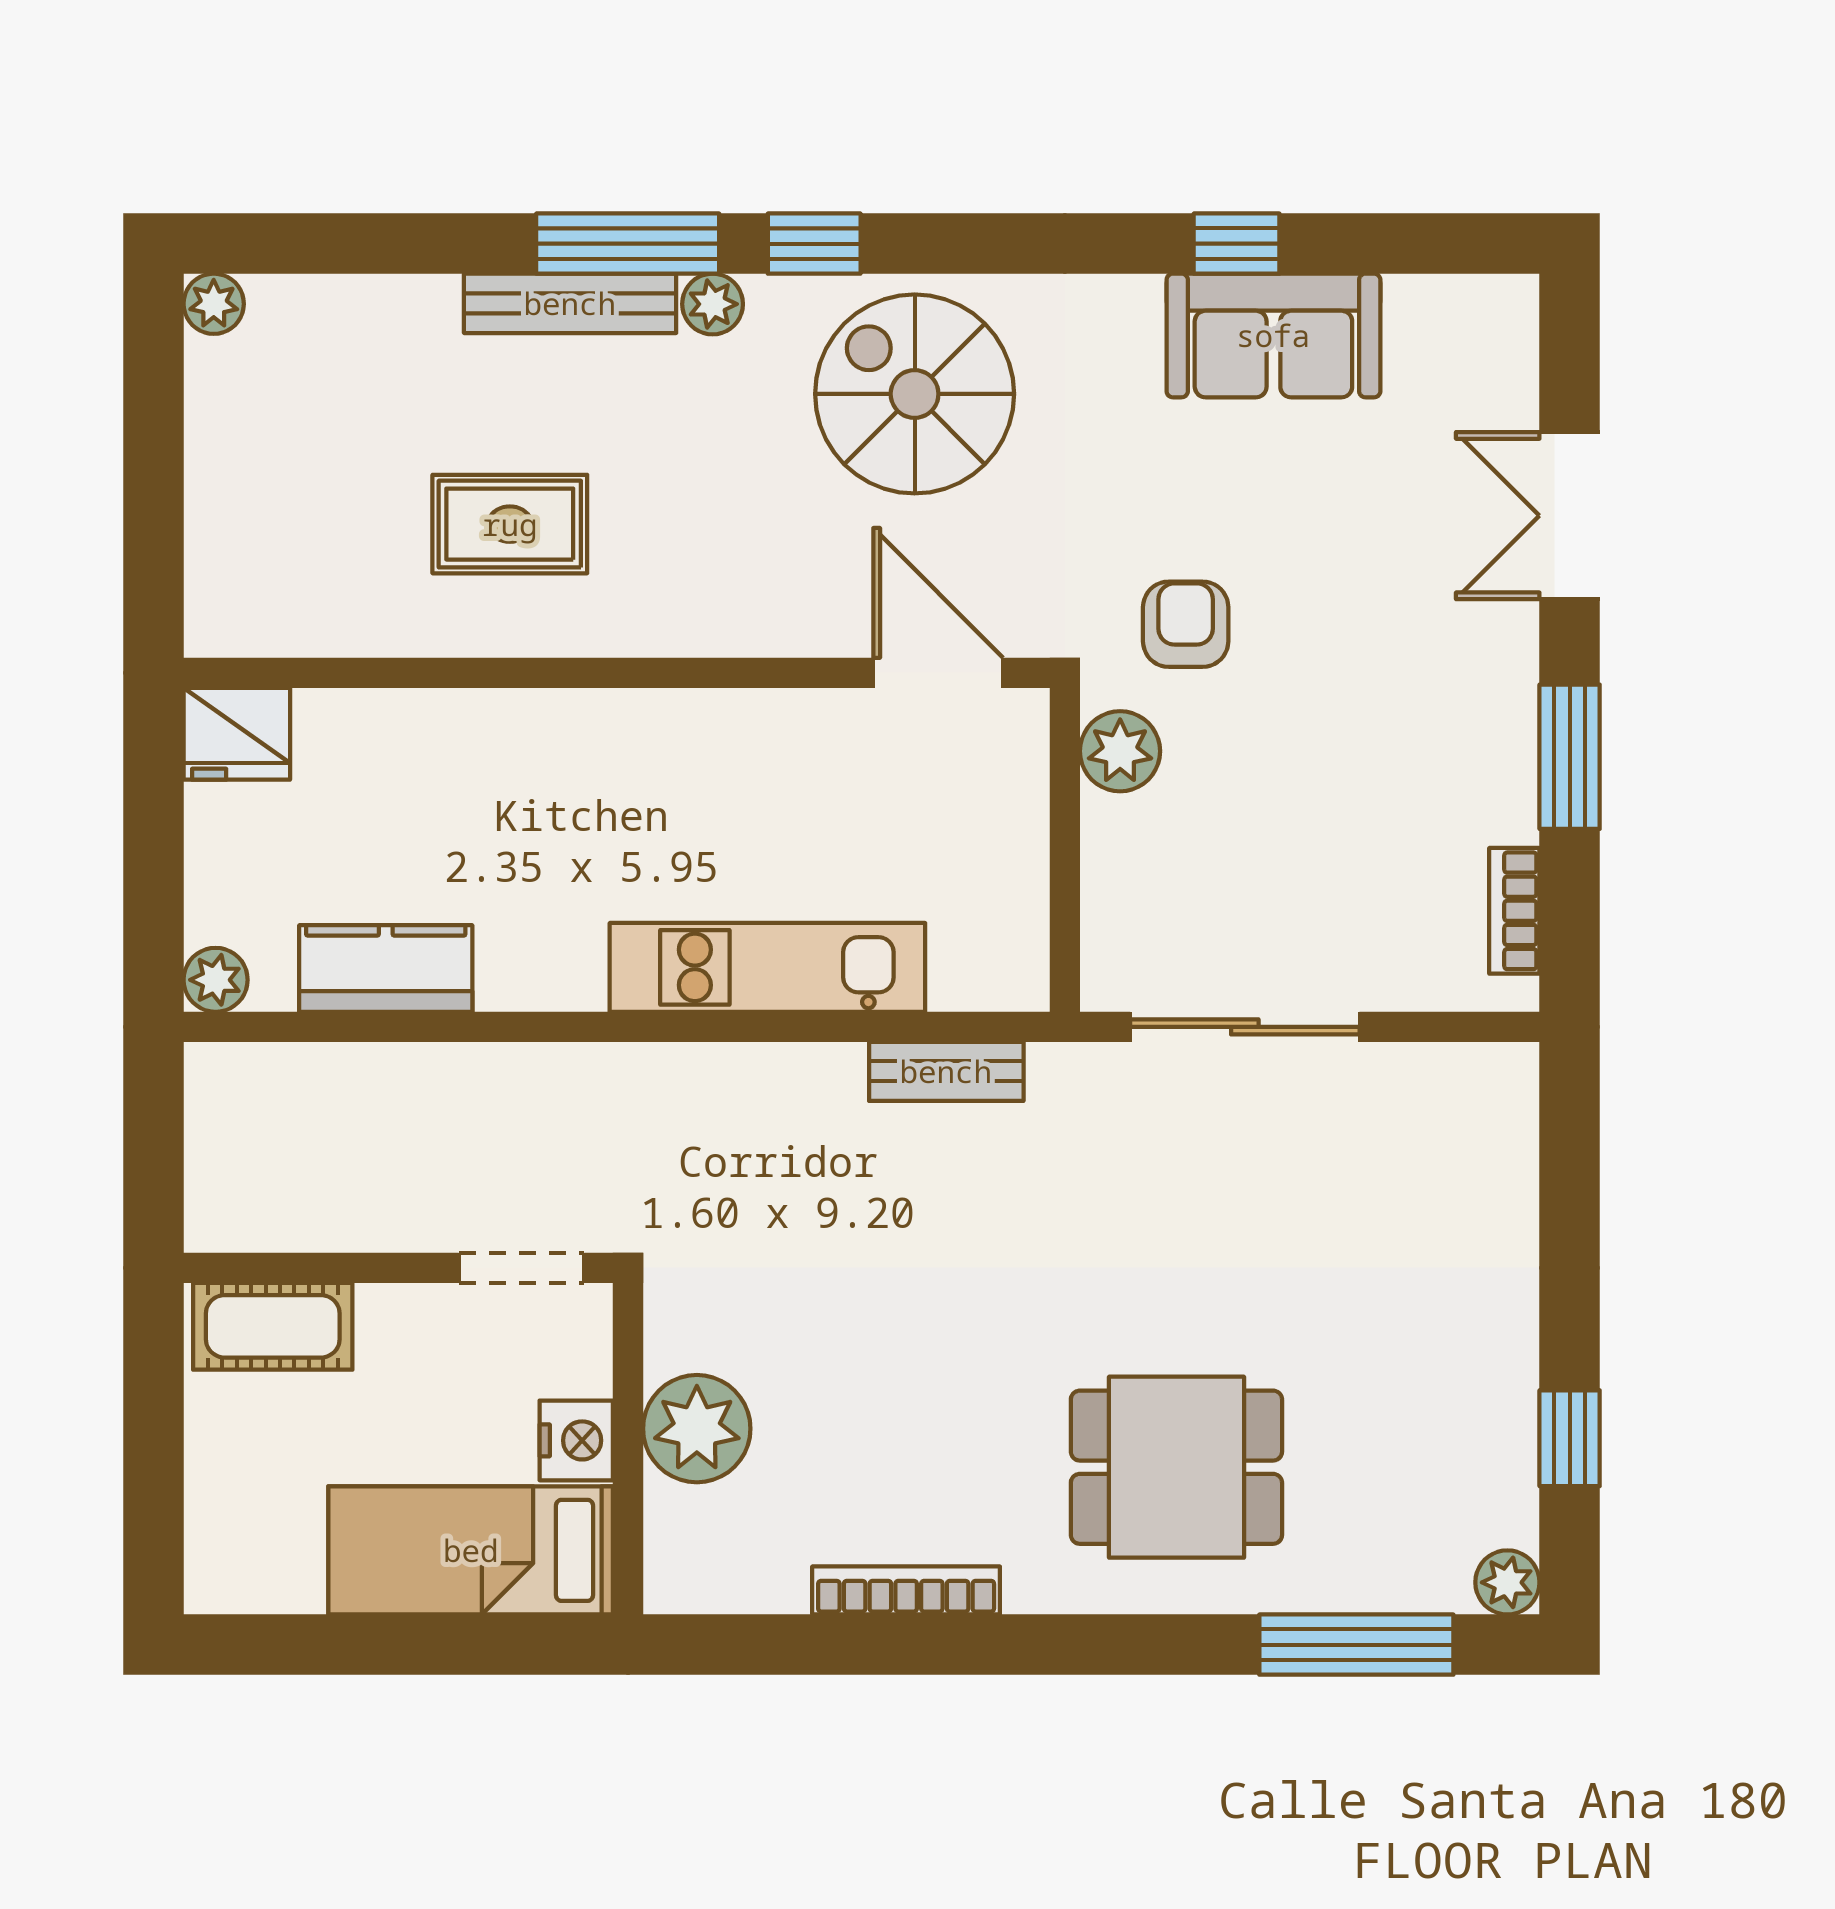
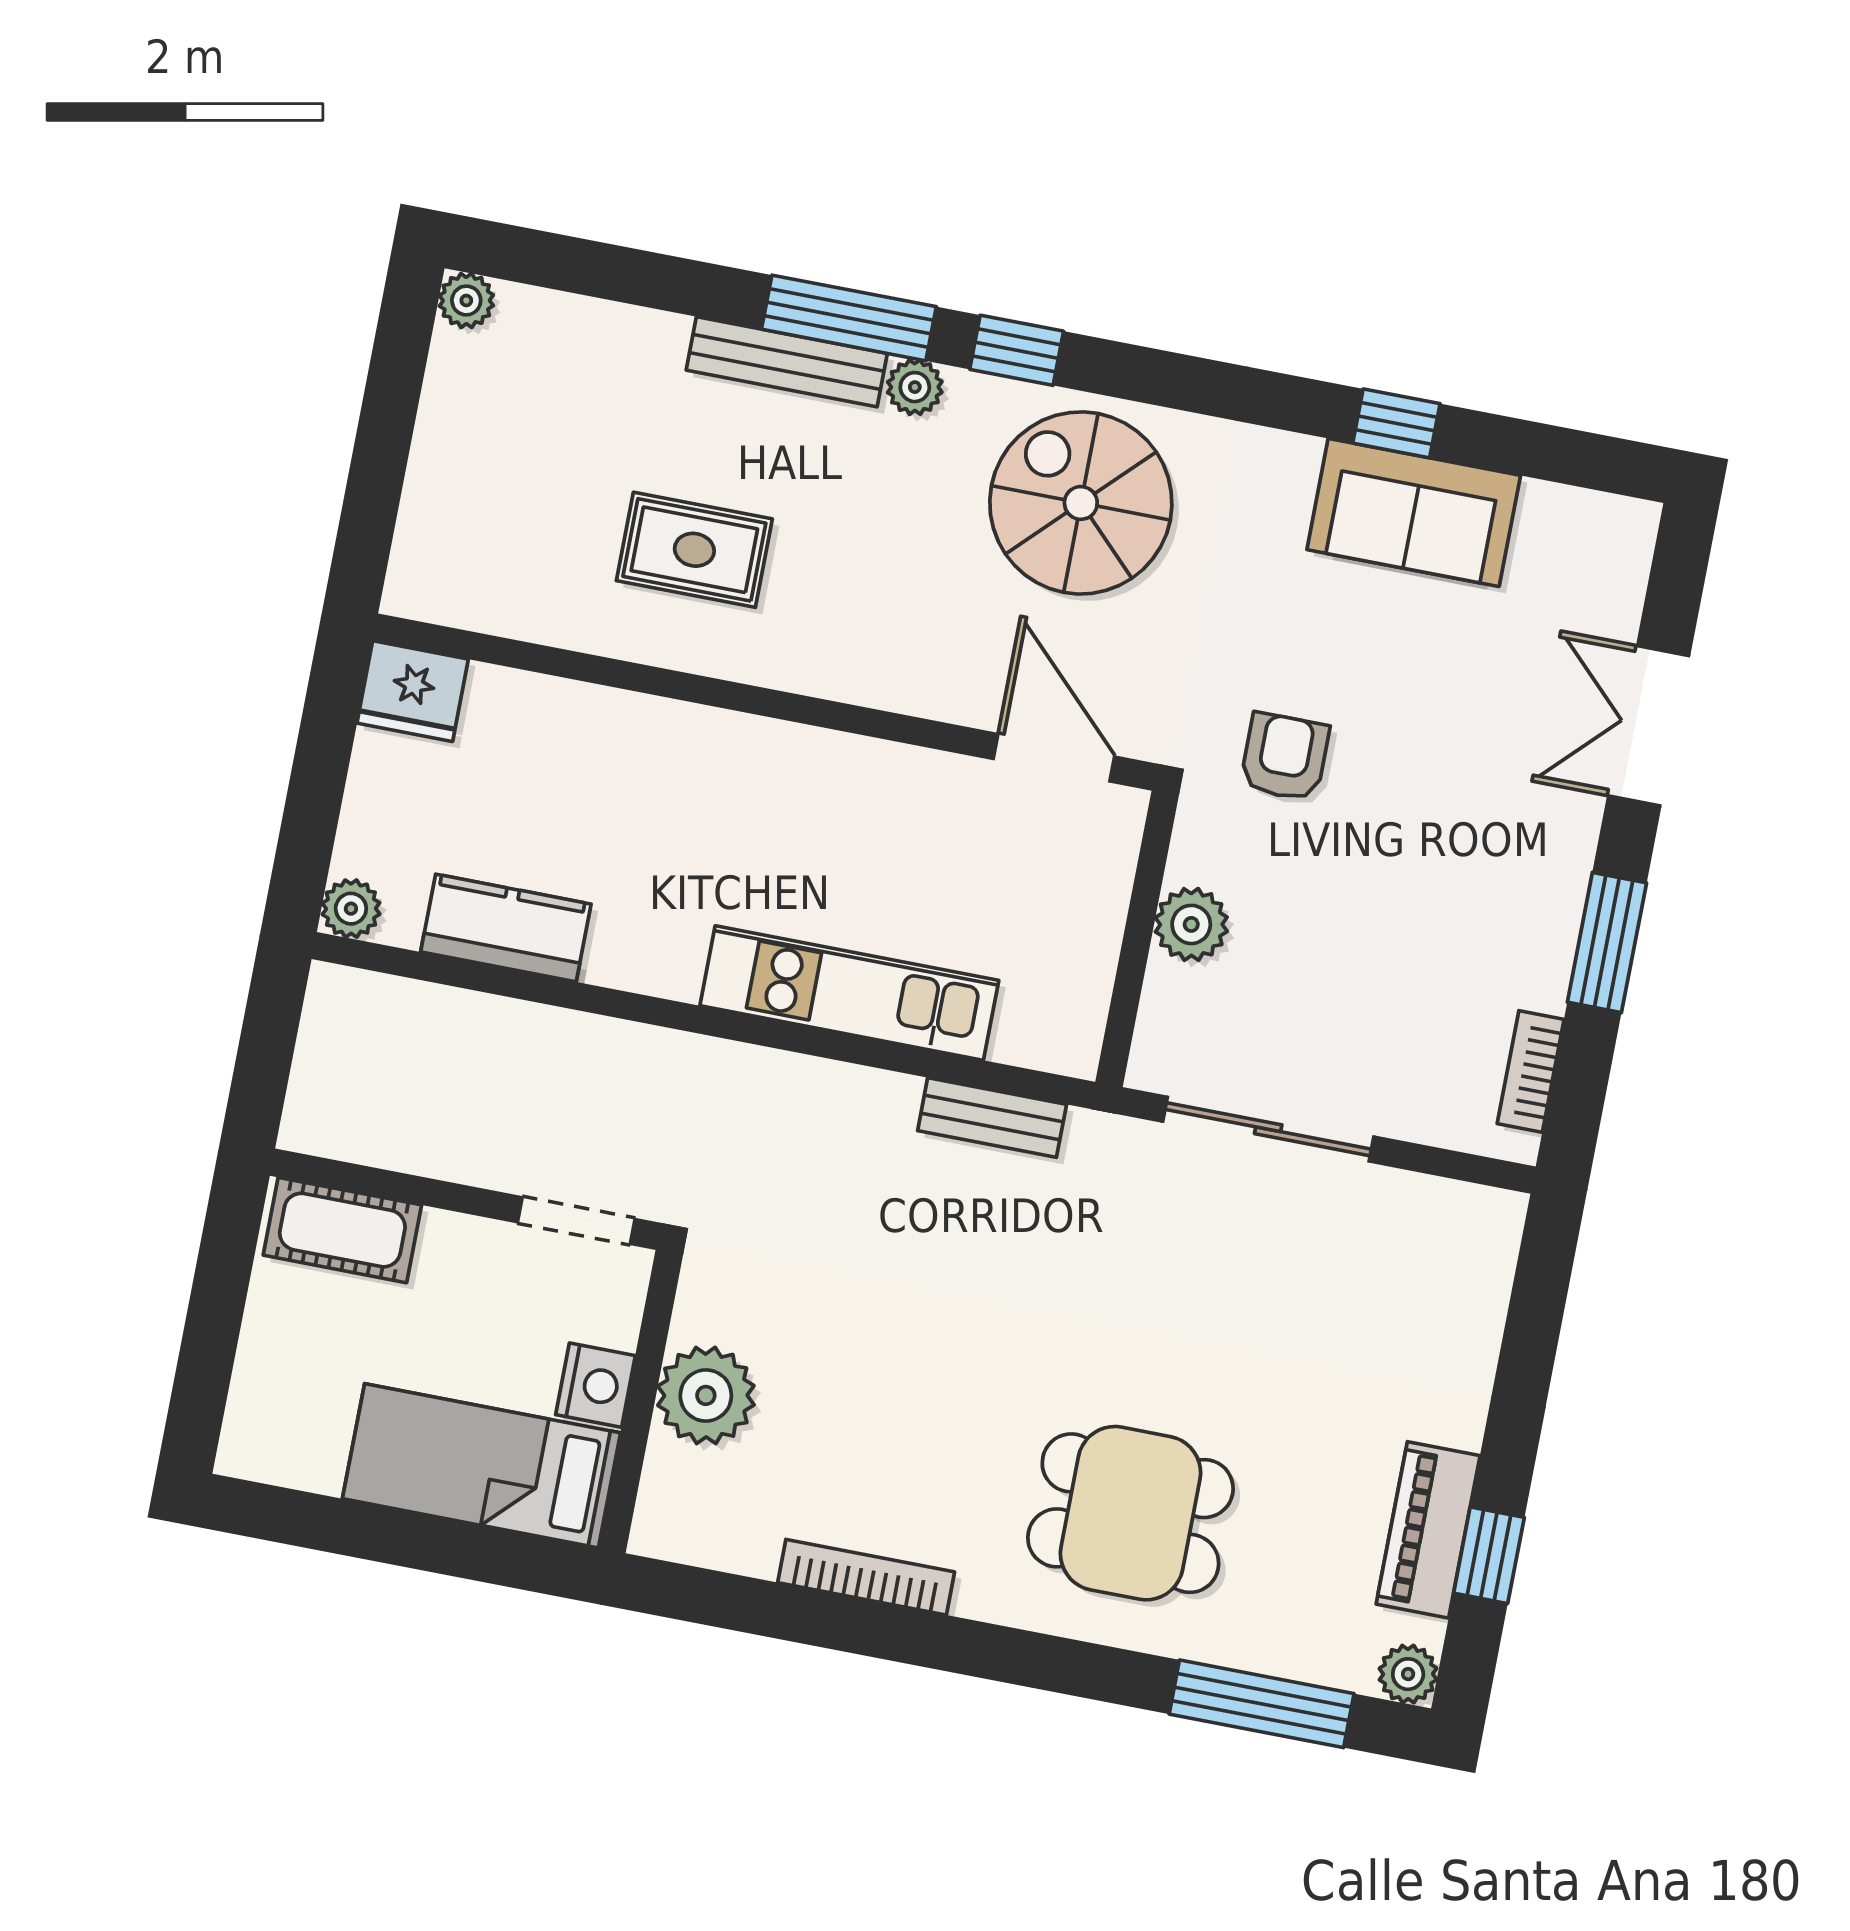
plant: (1120, 751) -> (1191, 924), moved
piano: (1499, 1424) -> (1428, 1530), added

